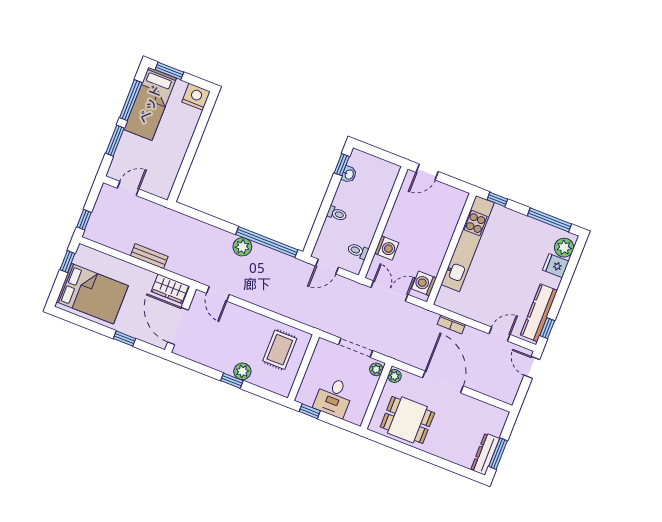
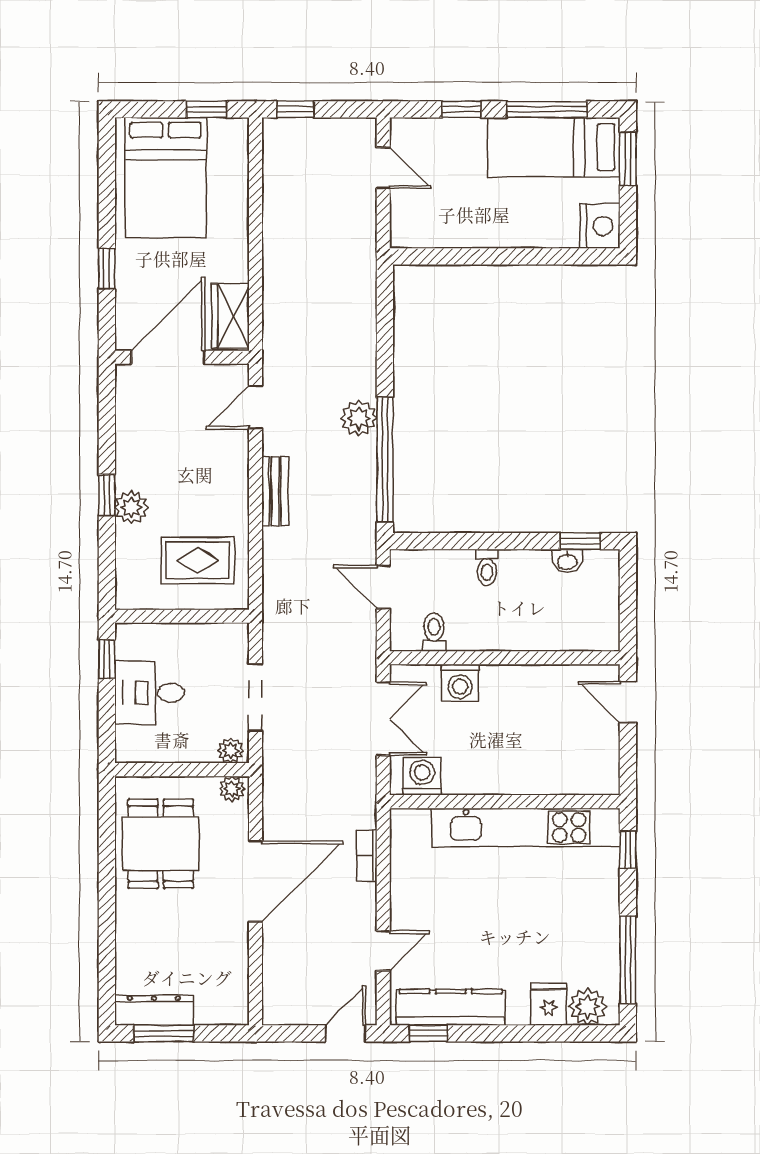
window: (115, 141) -> (461, 109), width x0.67
bench: (149, 256) -> (275, 491), moved
door: (500, 334) -> (383, 951), hinge flipped

